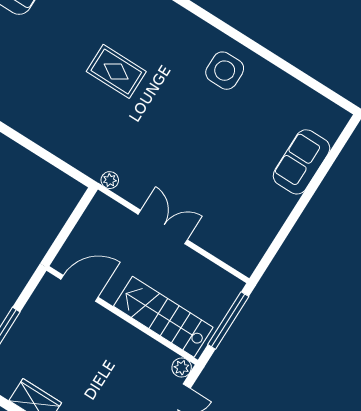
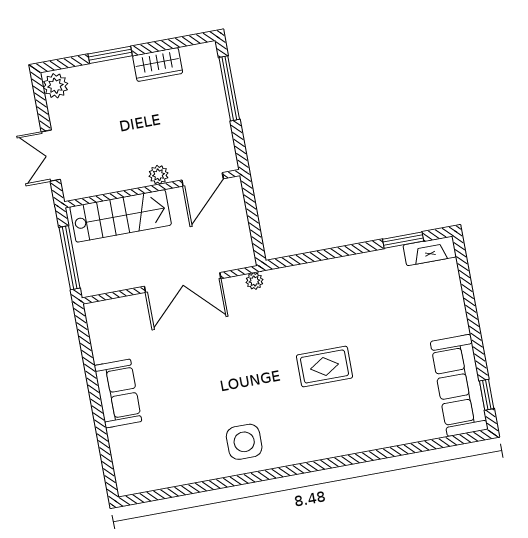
sofa: (302, 162) -> (118, 393), moved
double door: (163, 227) -> (183, 282), width x1.37
plant: (182, 368) -> (159, 175), moved

